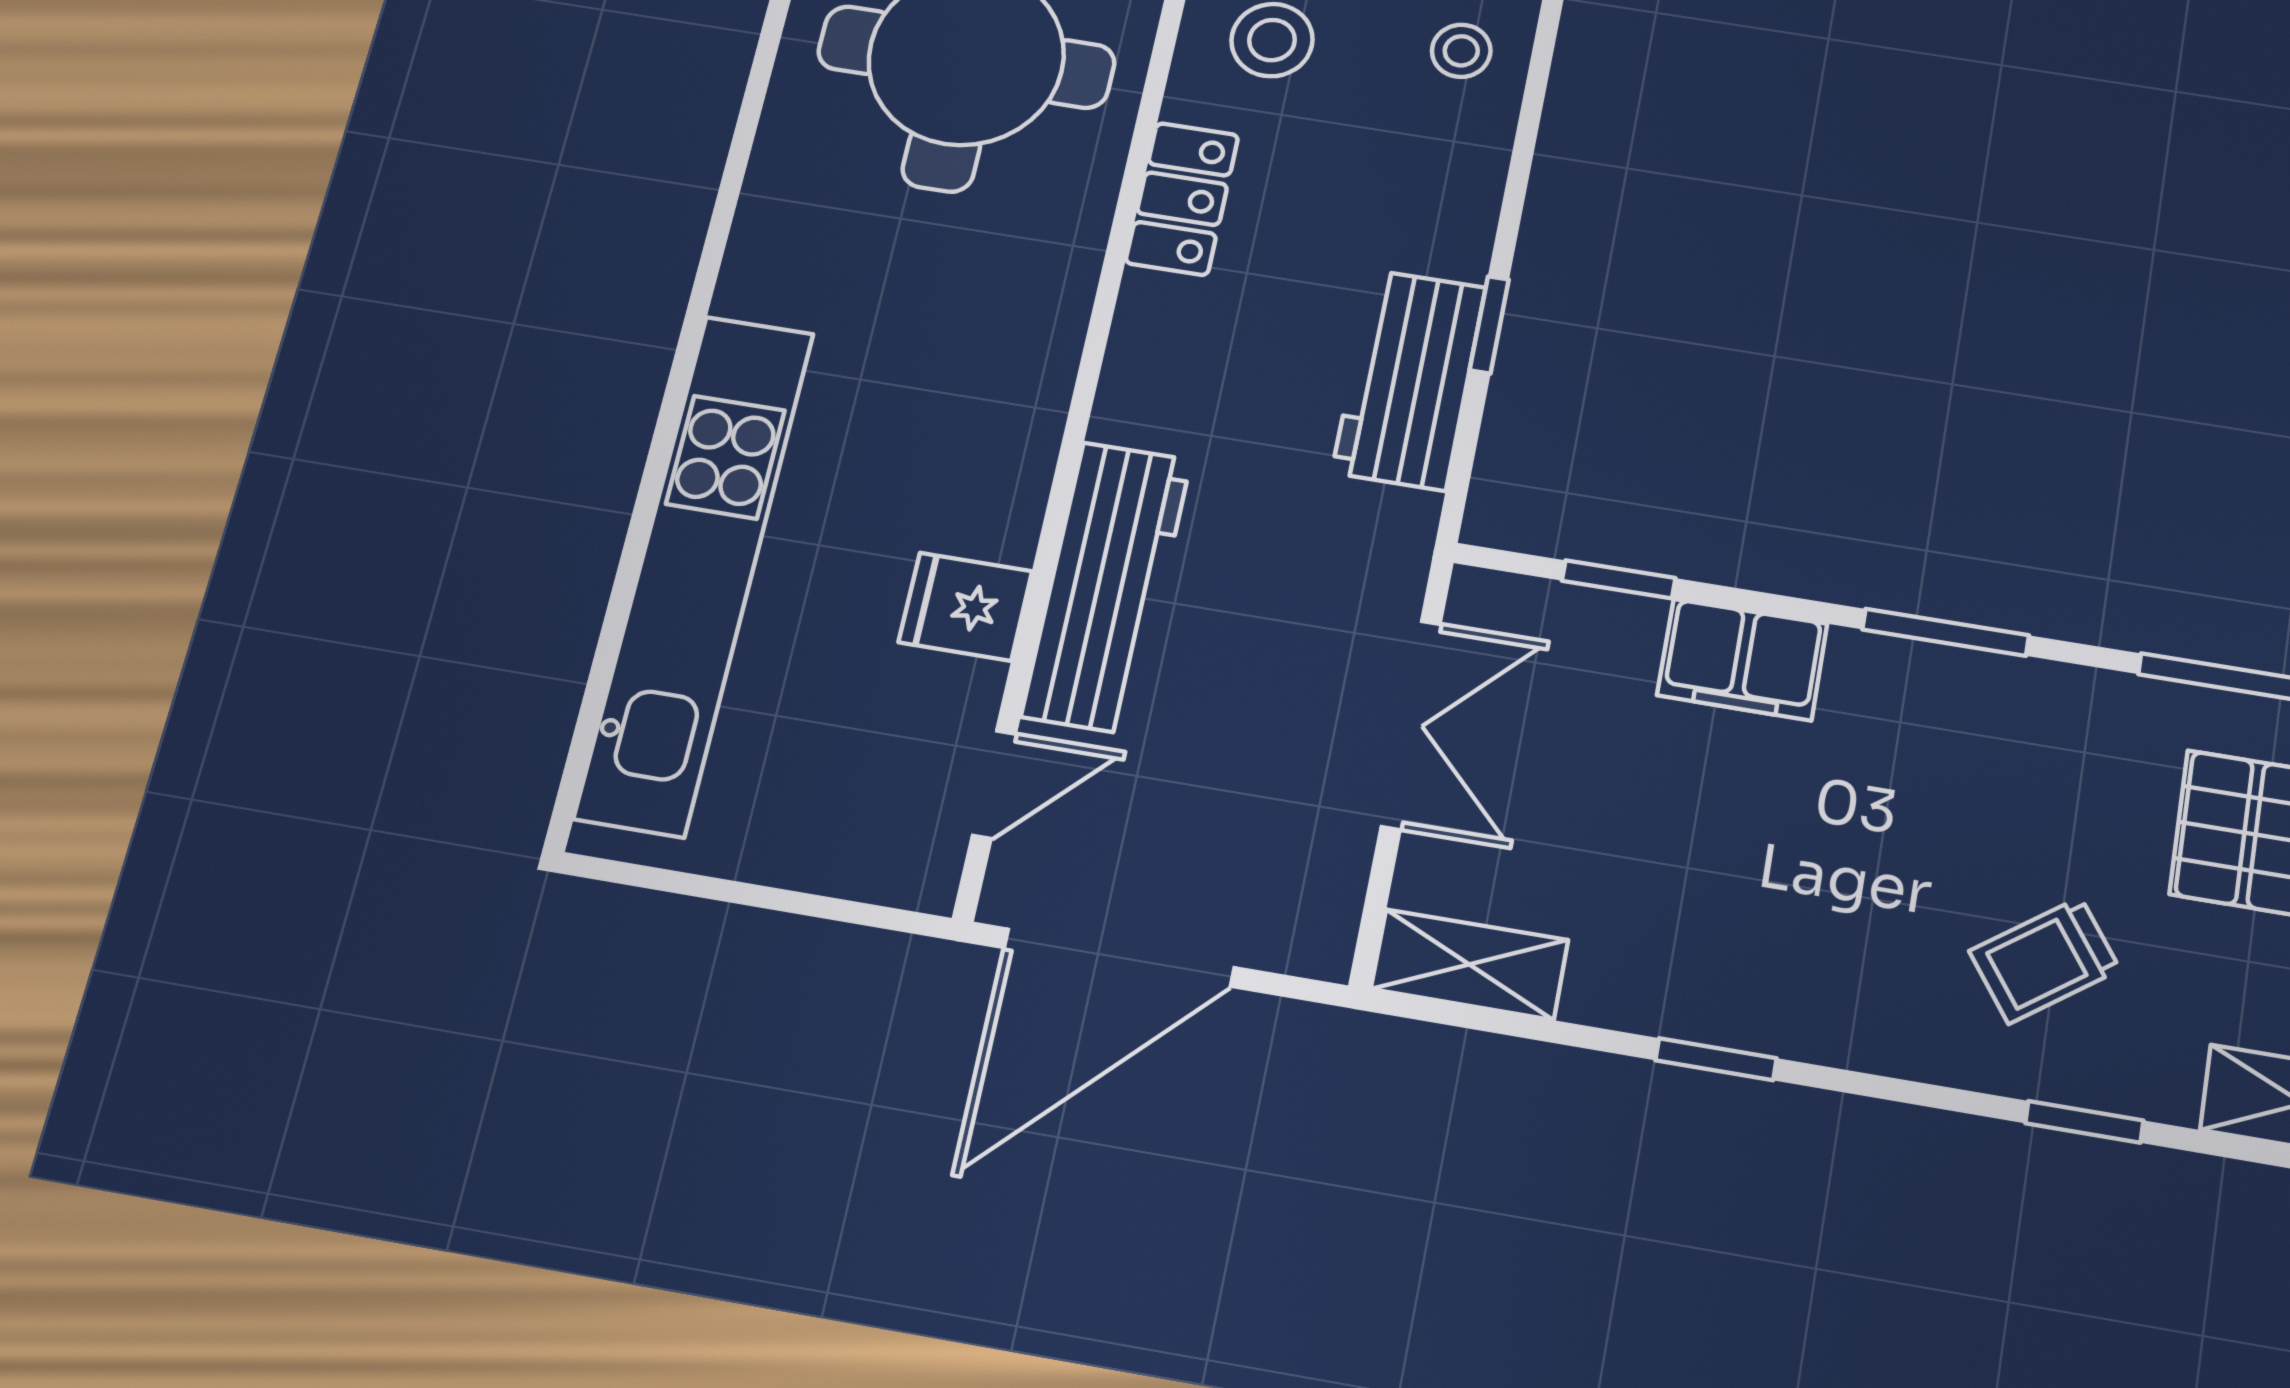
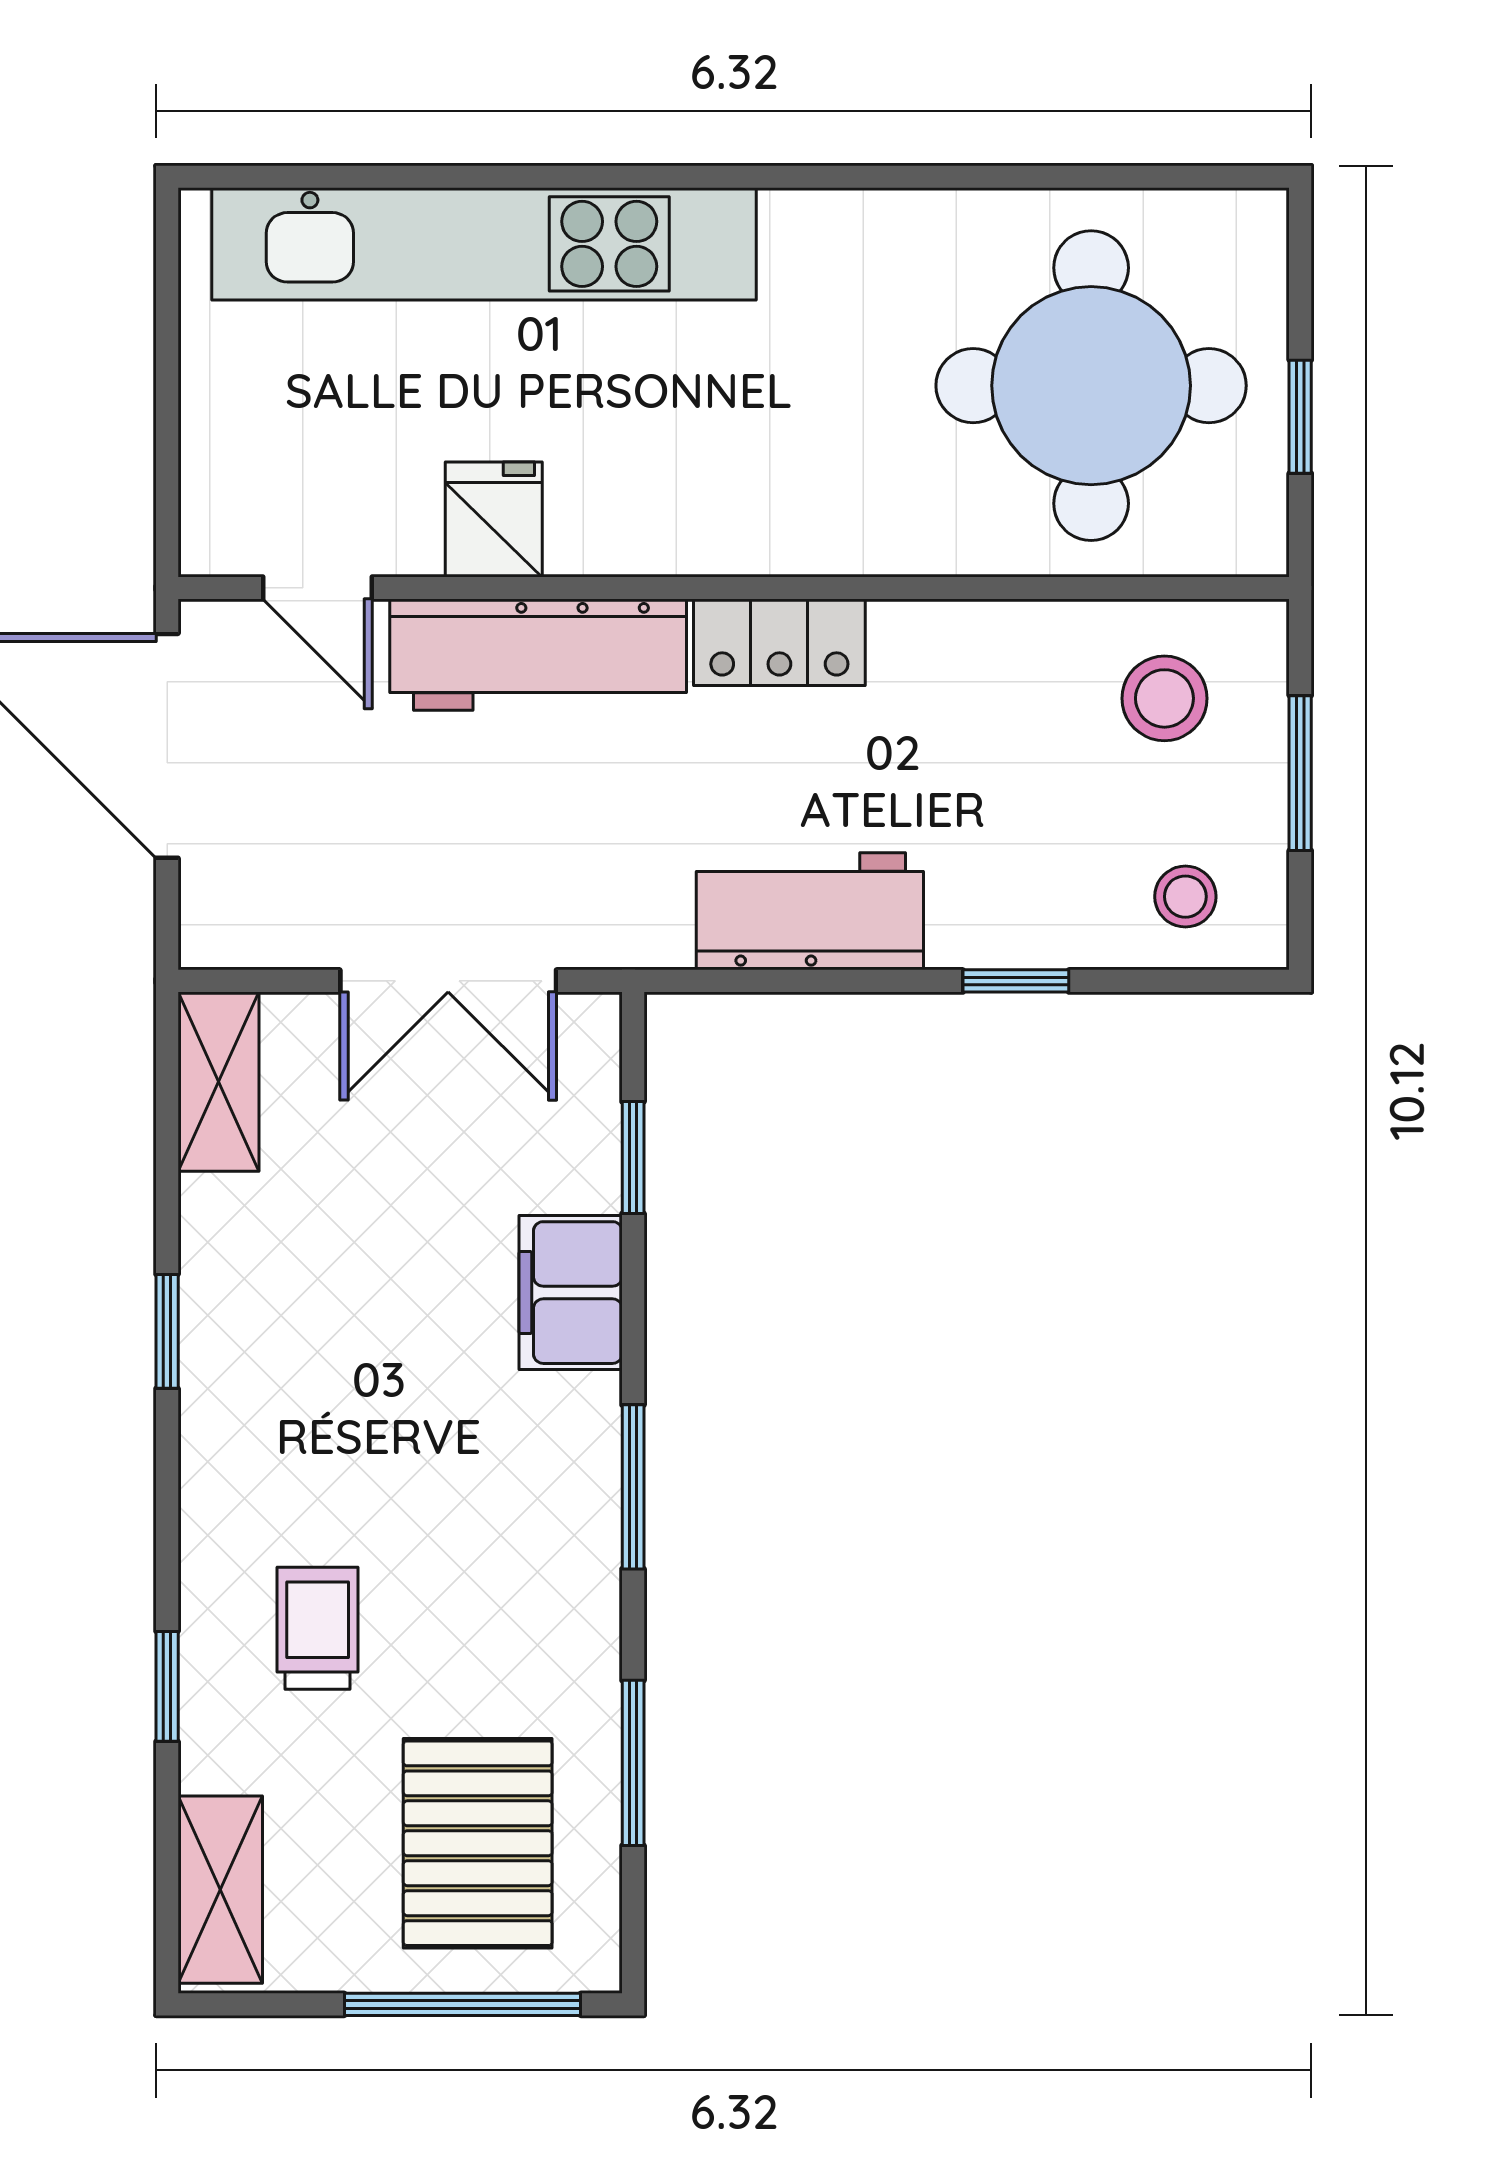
locker: (1182, 199) -> (779, 642), moved
window: (1489, 325) -> (1016, 981), moved
trolley: (2045, 960) -> (318, 1628), turned 36

